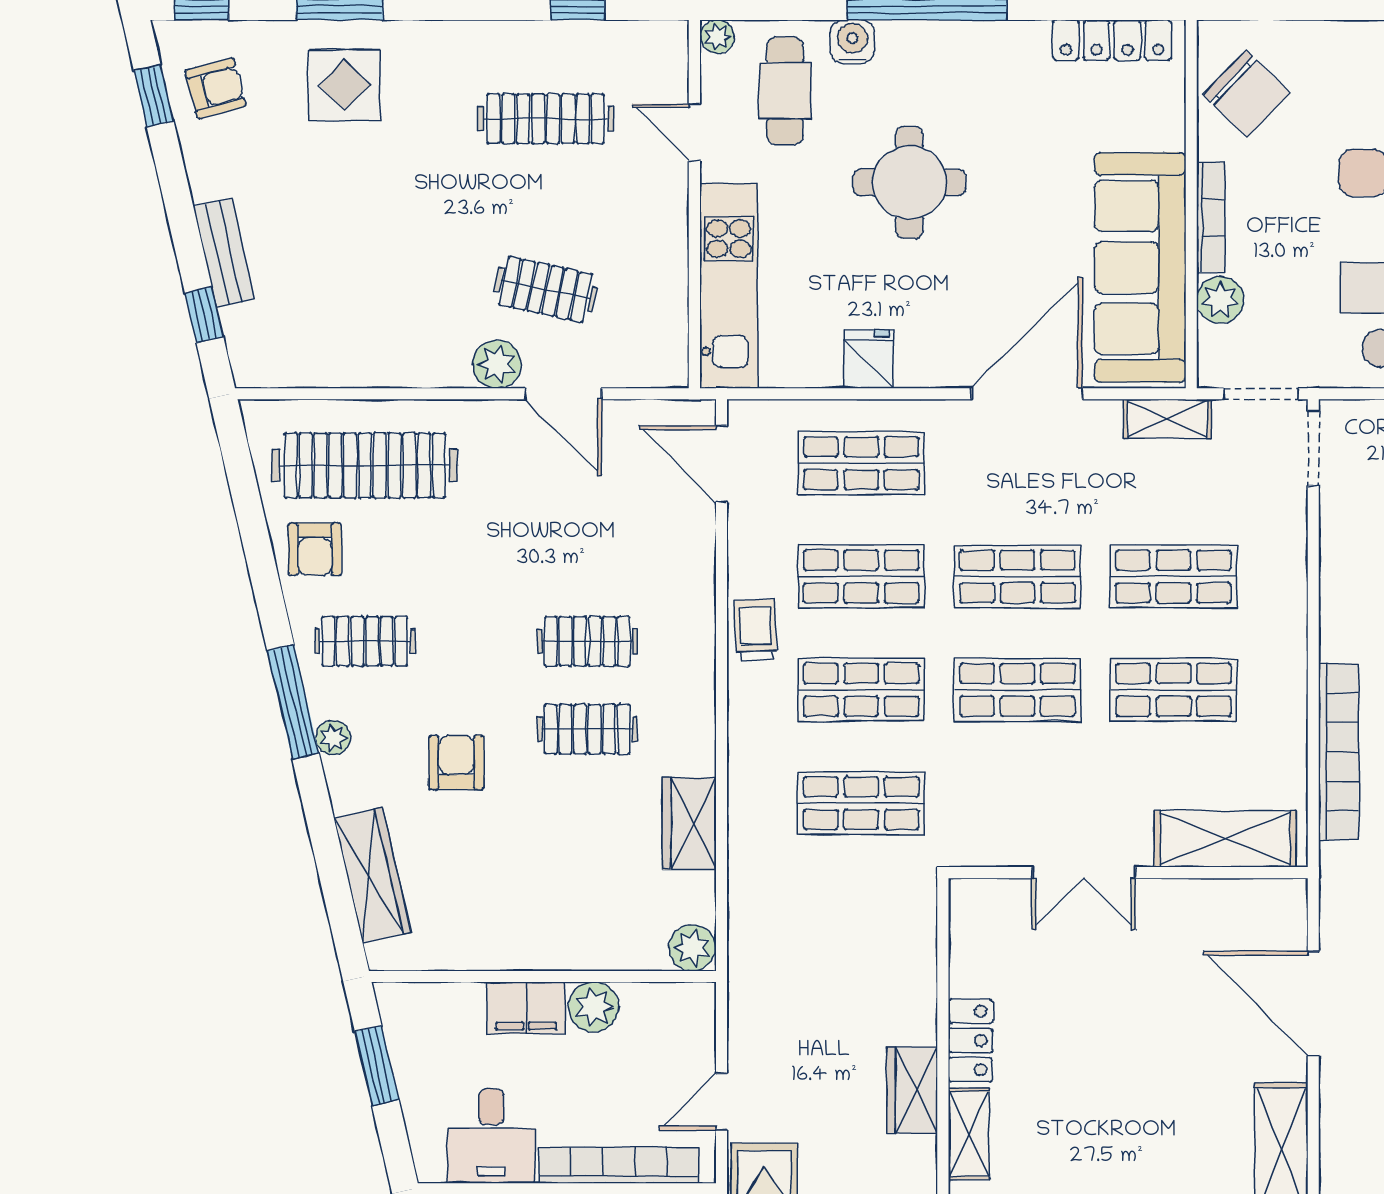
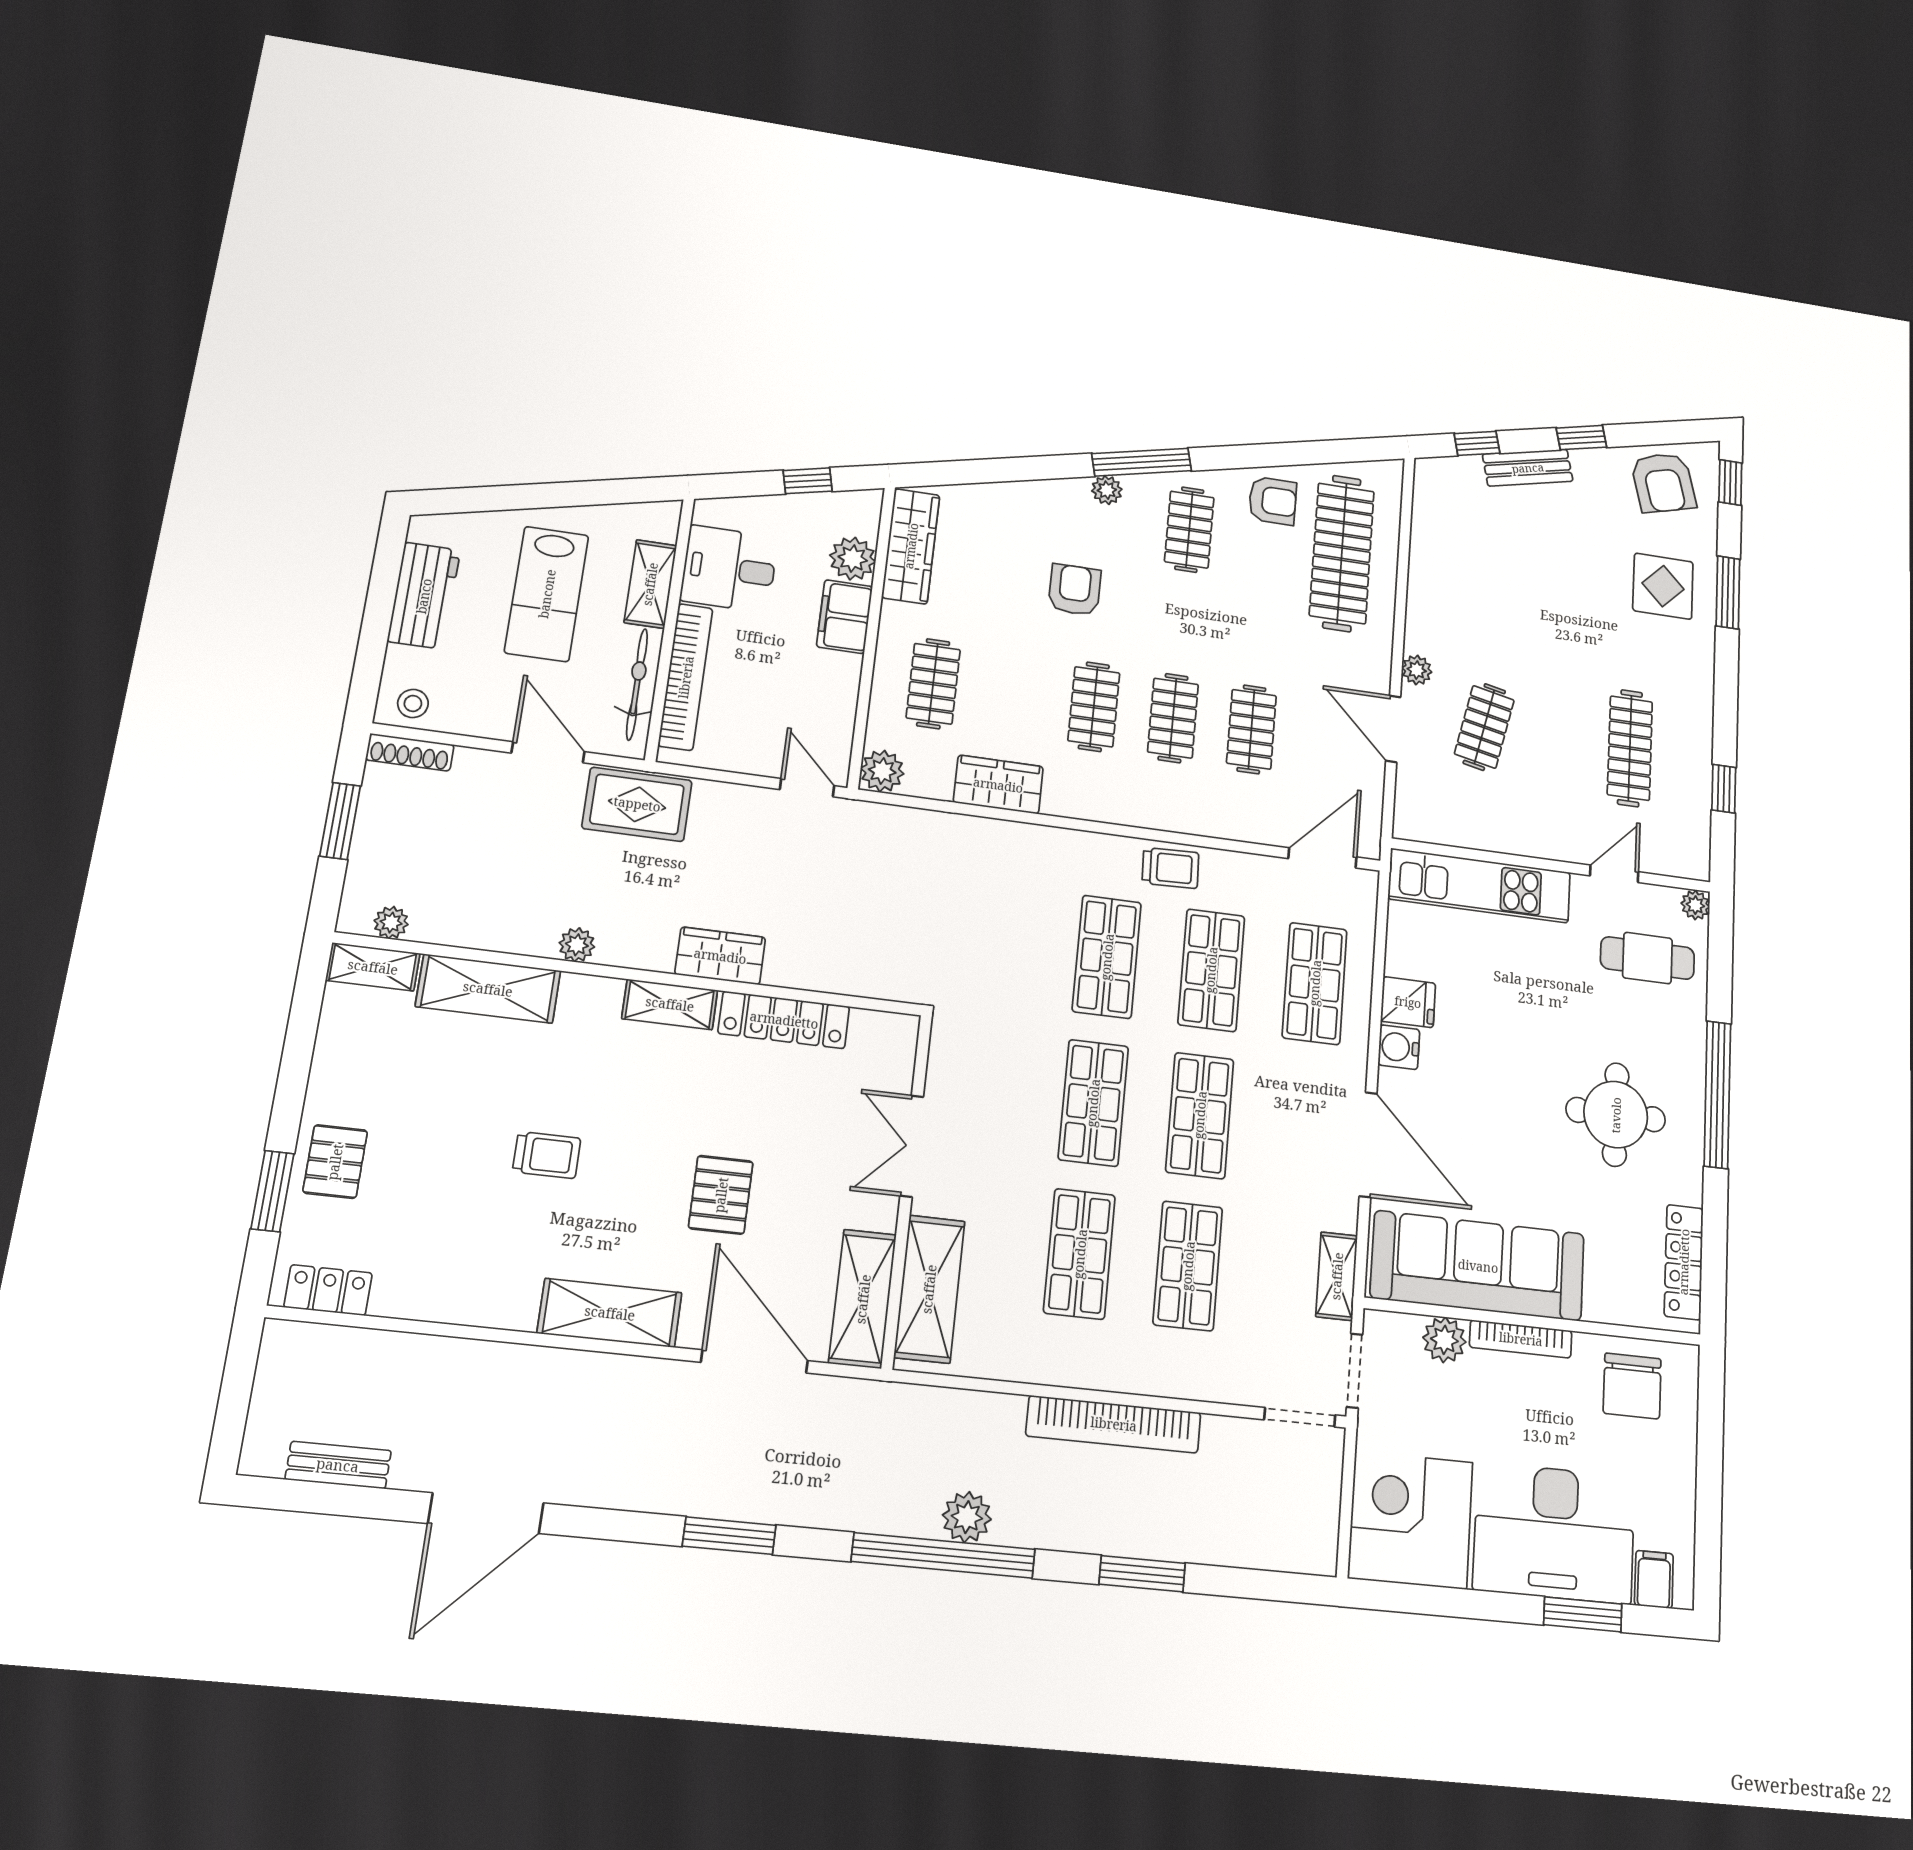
water cooler: (852, 42) -> (1399, 1047), moved, turned 180
armchair: (215, 88) -> (1663, 483), width x1.38, depth x1.38
chair: (1247, 94) -> (1632, 1386), turned -44
window: (154, 96) -> (1581, 438), moved
round table: (909, 182) -> (1616, 1115), moved
plant: (497, 364) -> (1417, 670), width x0.73, depth x0.73
door: (563, 394) -> (1393, 729), hinge flipped
armchair: (315, 549) -> (1273, 501), turned 180
clothes rail: (587, 553) -> (1251, 729), added
bookcase: (1339, 752) -> (1114, 1424), moved
armchair: (456, 763) -> (1075, 590), turned -90
shop shelf: (861, 803) -> (1001, 943), removed
wardrobe: (372, 875) -> (911, 546), moved, turned -77
clothes rail: (587, 905) -> (933, 684), added
shelving: (1242, 905) -> (863, 1299), added
door: (1313, 1003) -> (754, 1361), hinge flipped
plant: (594, 1007) -> (853, 559), moved
locker: (970, 1040) -> (784, 1020), width x1.53
pallet: (1155, 1057) -> (721, 1195), added
window: (377, 1066) -> (808, 481), width x0.67
door: (722, 1102) -> (807, 788), moved

